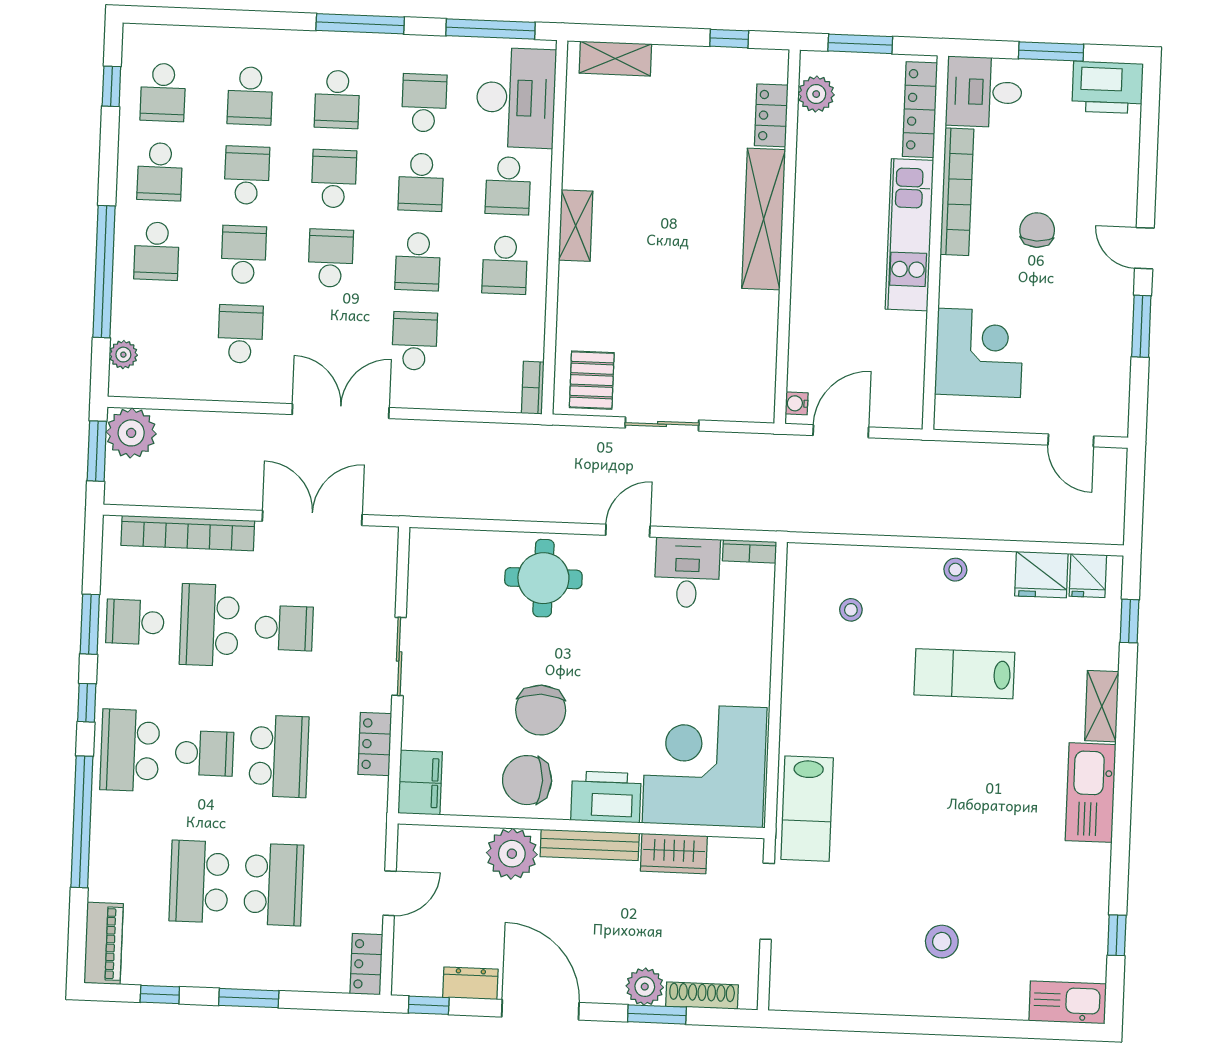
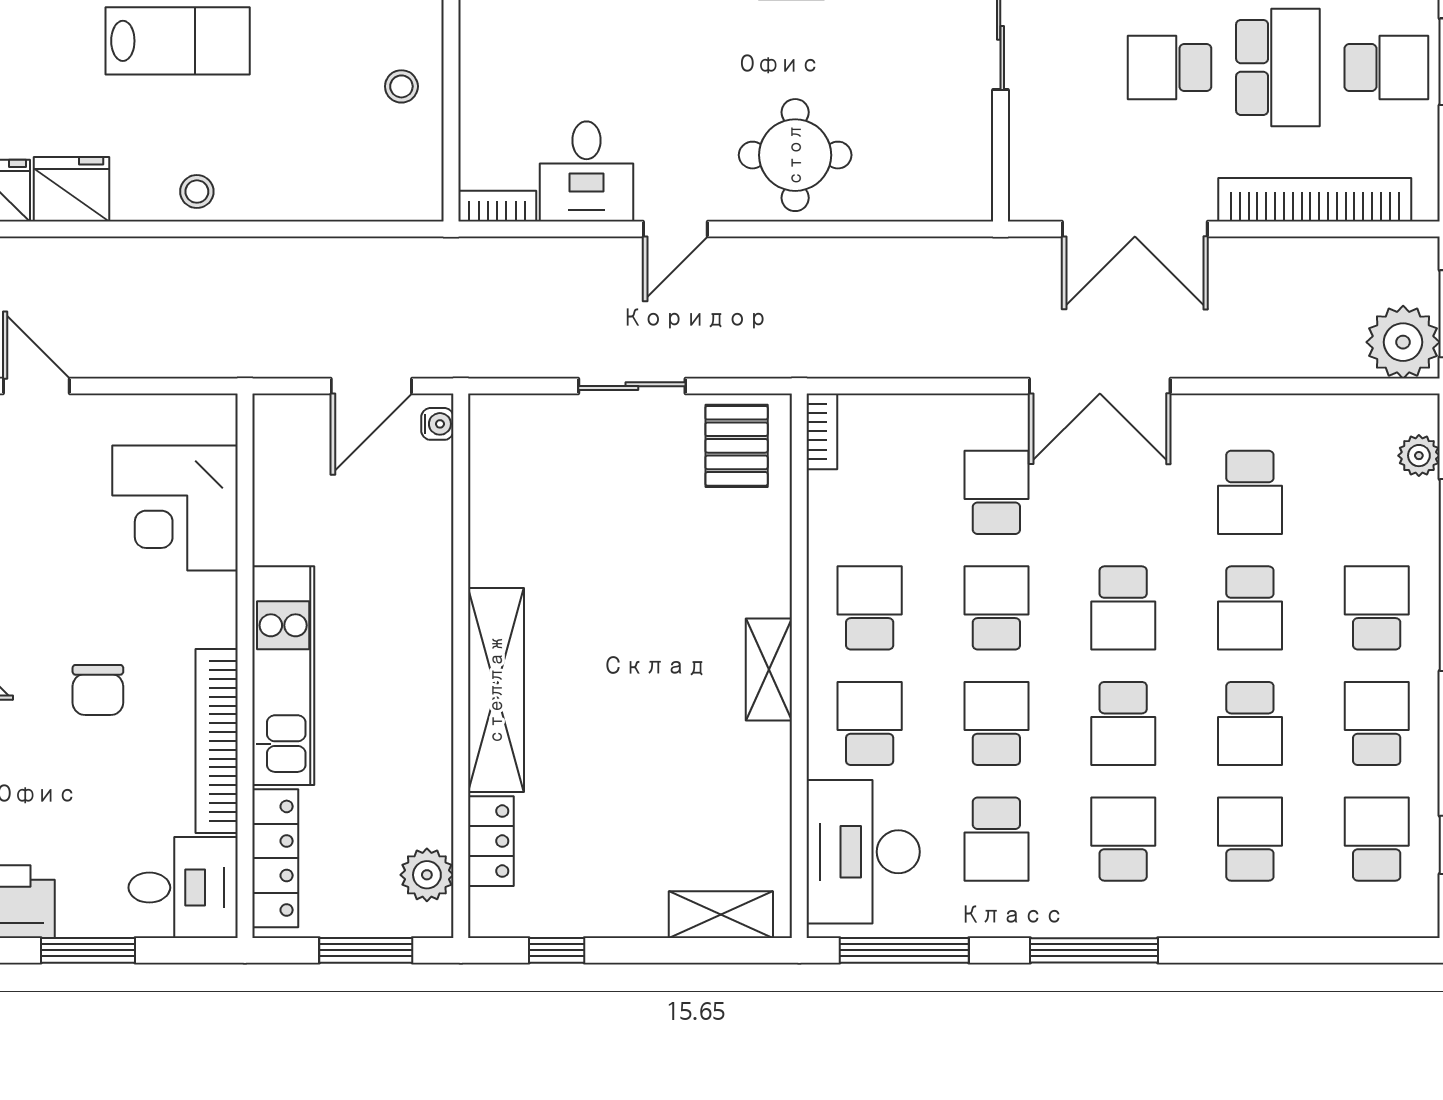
school desk: (415, 341) -> (996, 492), turned 180
stool: (851, 610) -> (401, 86), moved

